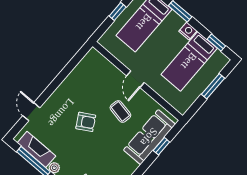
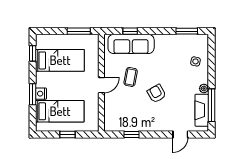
nightstand: (188, 31) -> (41, 94), moved
window: (69, 68) -> (132, 135), added
window: (213, 86) -> (79, 31), moved

